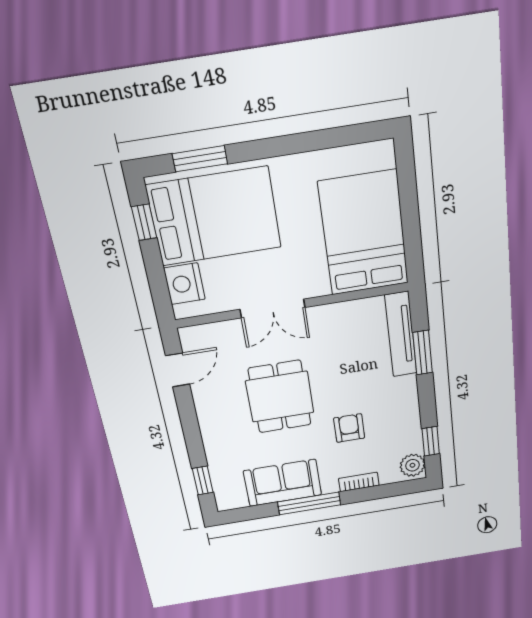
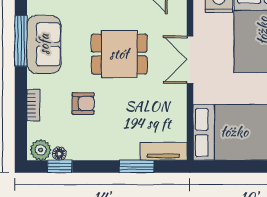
tv unit: (401, 335) -> (163, 151), width x0.71
floor lamp: (415, 444) -> (59, 154), added
window: (309, 503) -> (21, 41), moved

